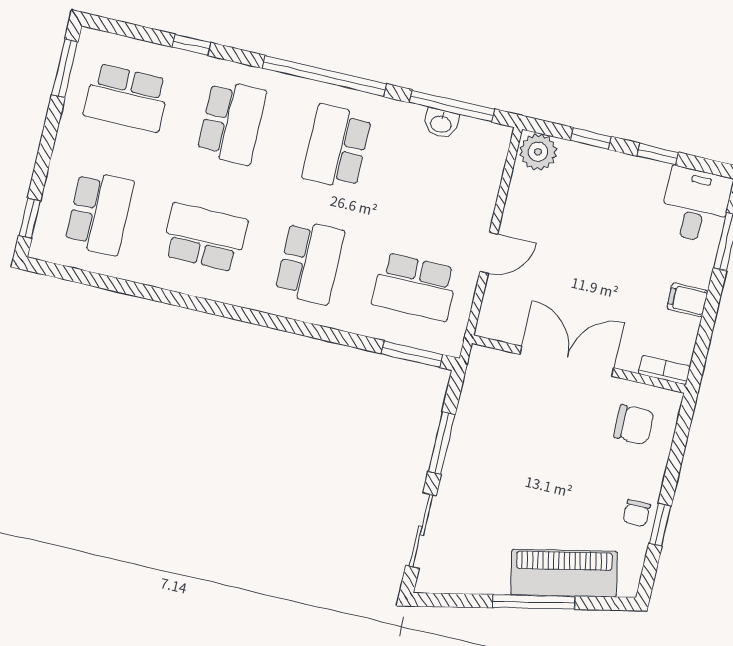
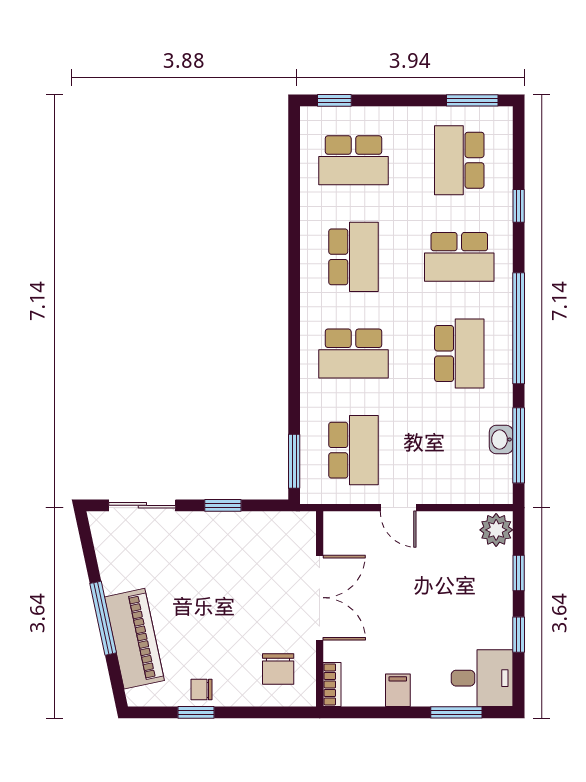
school desk: (337, 147) -> (459, 354), turned 90
school desk: (415, 287) -> (353, 450), turned 180
window: (442, 443) -> (223, 505), width x0.67

